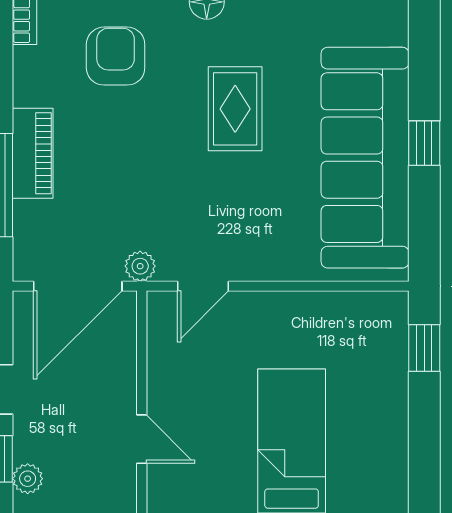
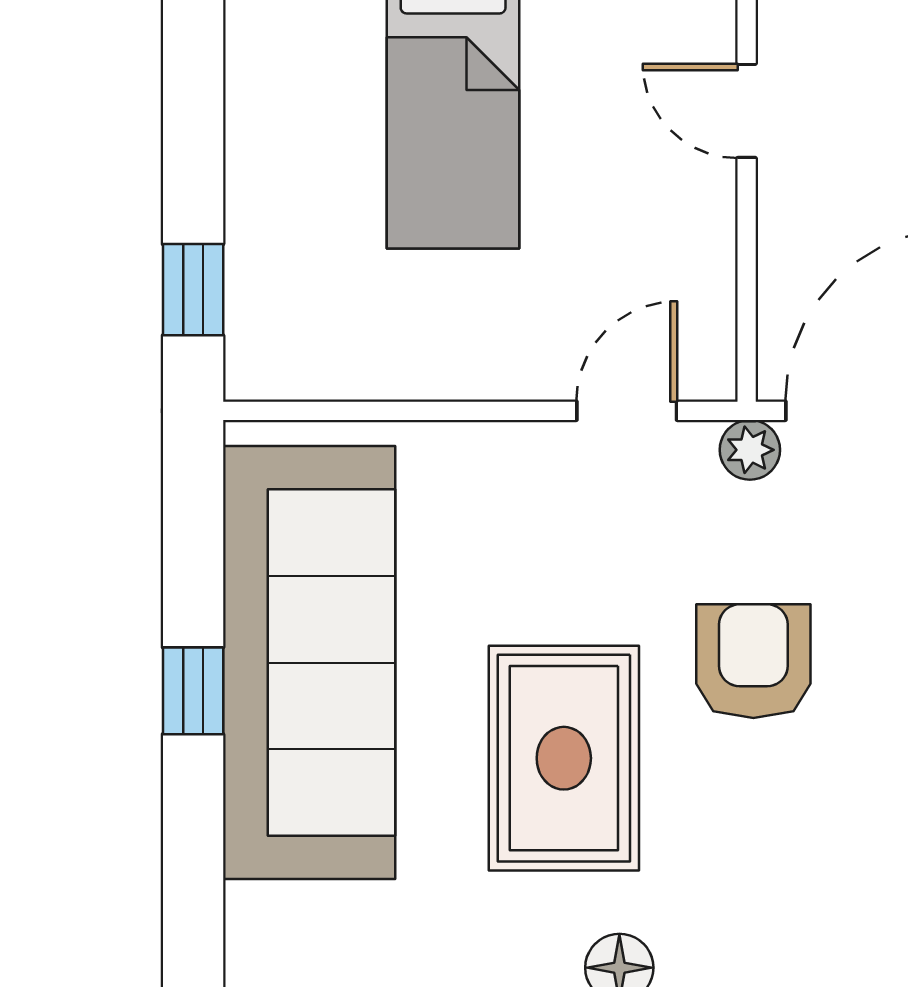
armchair: (116, 56) -> (753, 661), moved, turned 180
rug: (235, 109) -> (564, 758), width x1.36, depth x1.43

